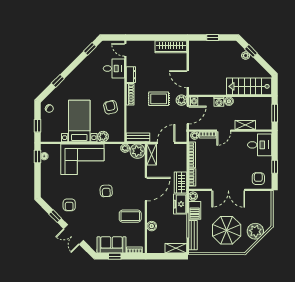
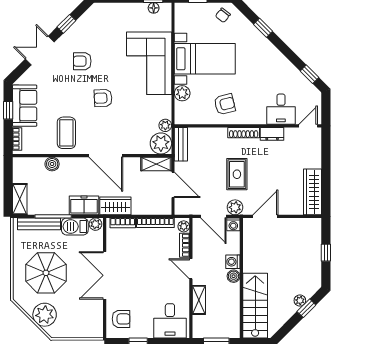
armchair: (69, 205) -> (82, 61), moved

